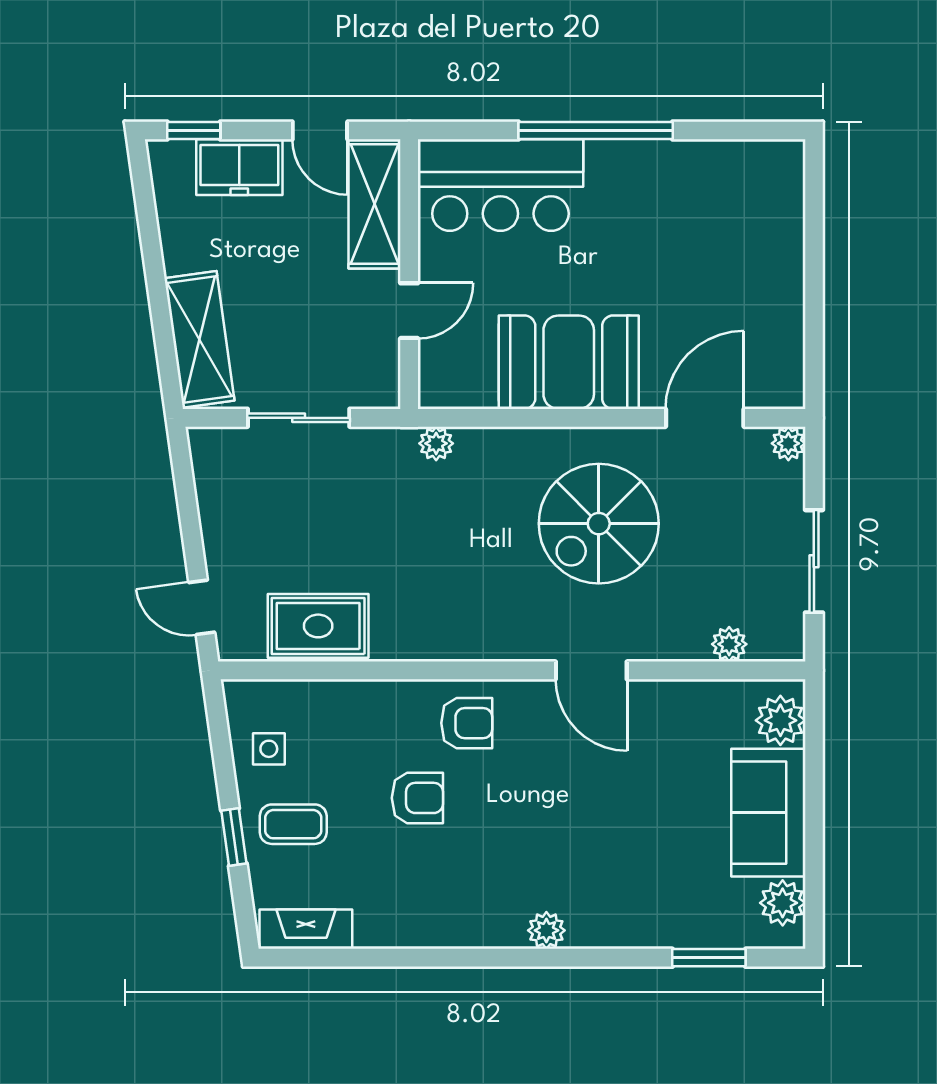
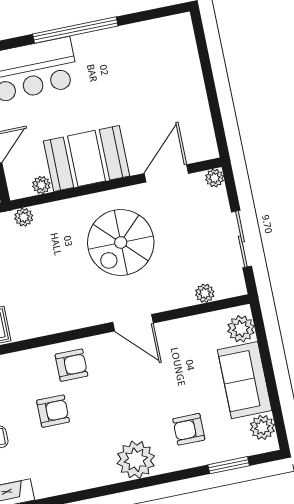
plant: (479, 393) -> (41, 185), added
armchair: (651, 880) -> (189, 429), added
plant: (546, 930) -> (136, 460), width x1.88, depth x1.88

